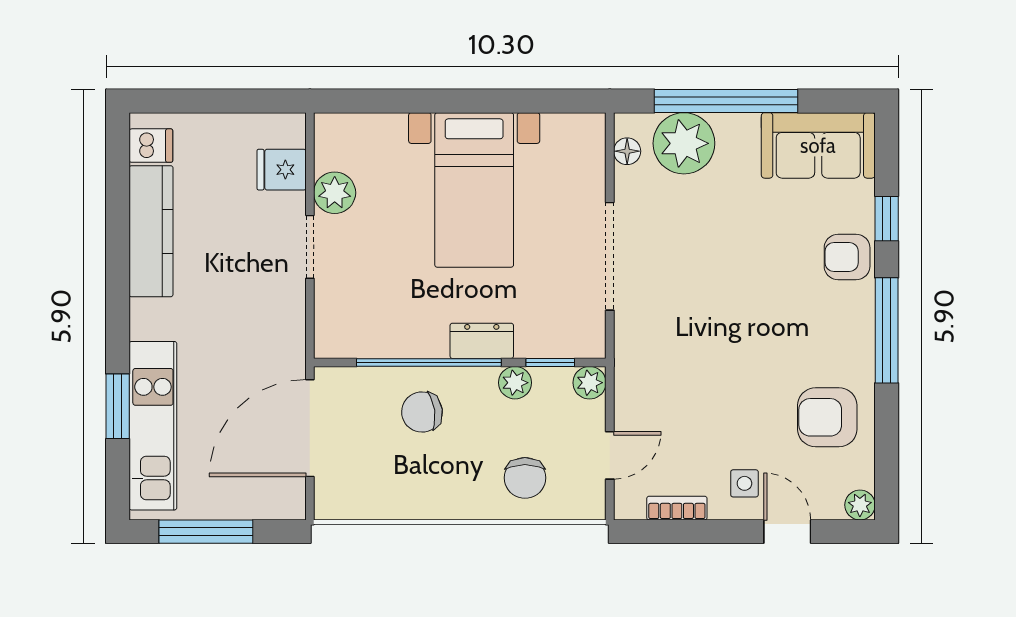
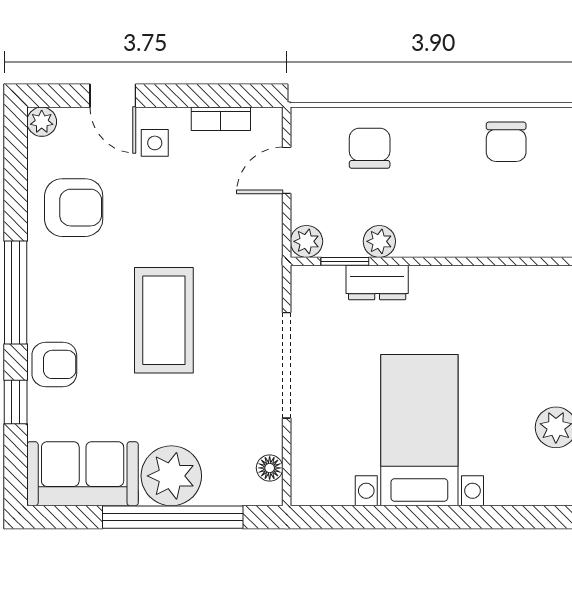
plant: (684, 143) -> (171, 476), moved
coffee table: (735, 302) -> (164, 320), added
dresser: (482, 341) -> (377, 282), moved
window: (429, 362) -> (464, 261), removed
chair: (422, 412) -> (506, 142), moved, turned 98

